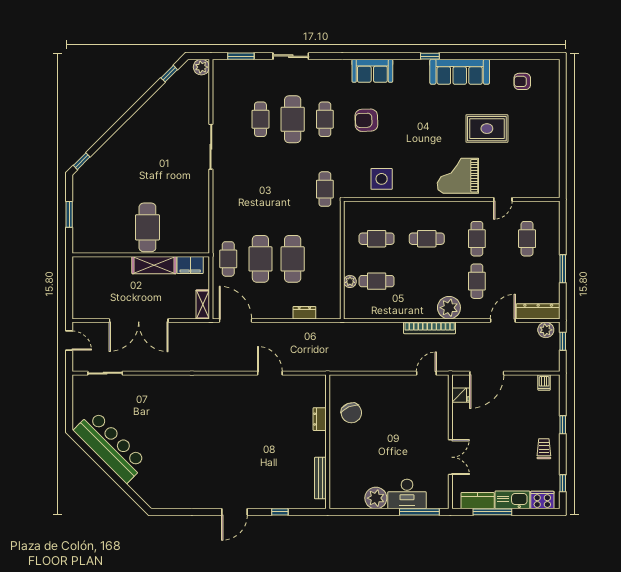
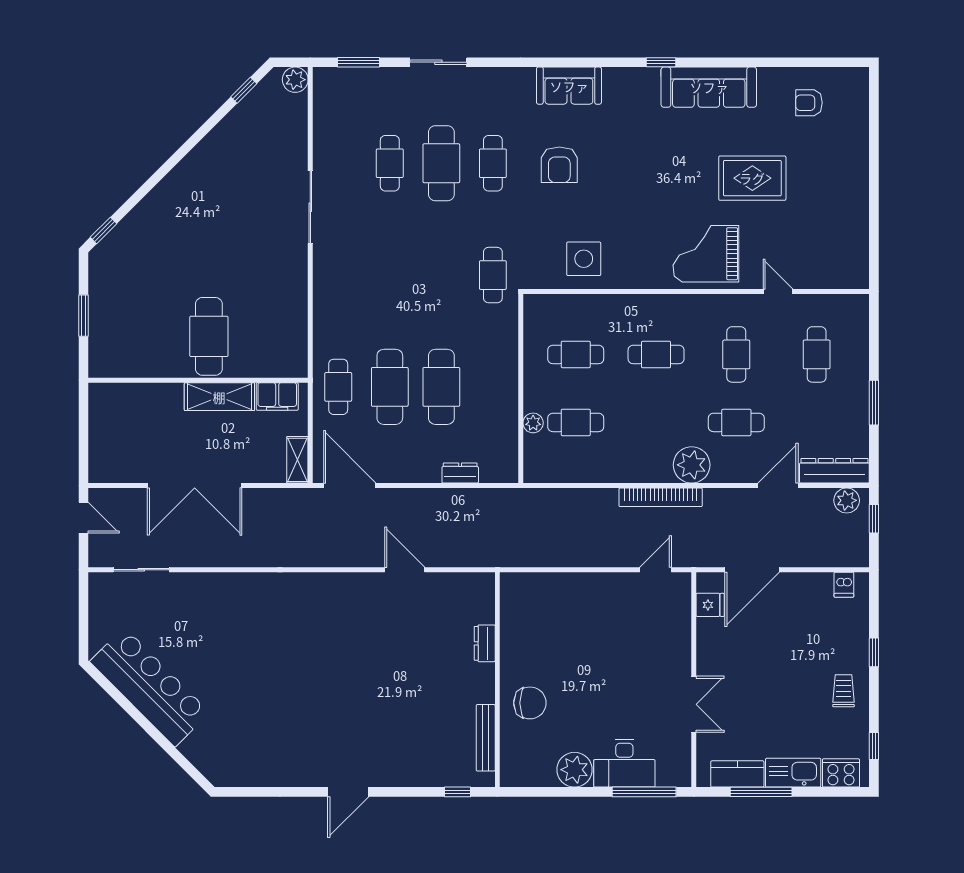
armchair: (366, 120) -> (559, 165), turned -88
door: (503, 199) -> (778, 291), swing flipped
cafe table: (477, 281) -> (736, 422), turned 90
chair: (351, 413) -> (530, 703), moved, turned -67
window: (280, 512) -> (458, 792), moved

